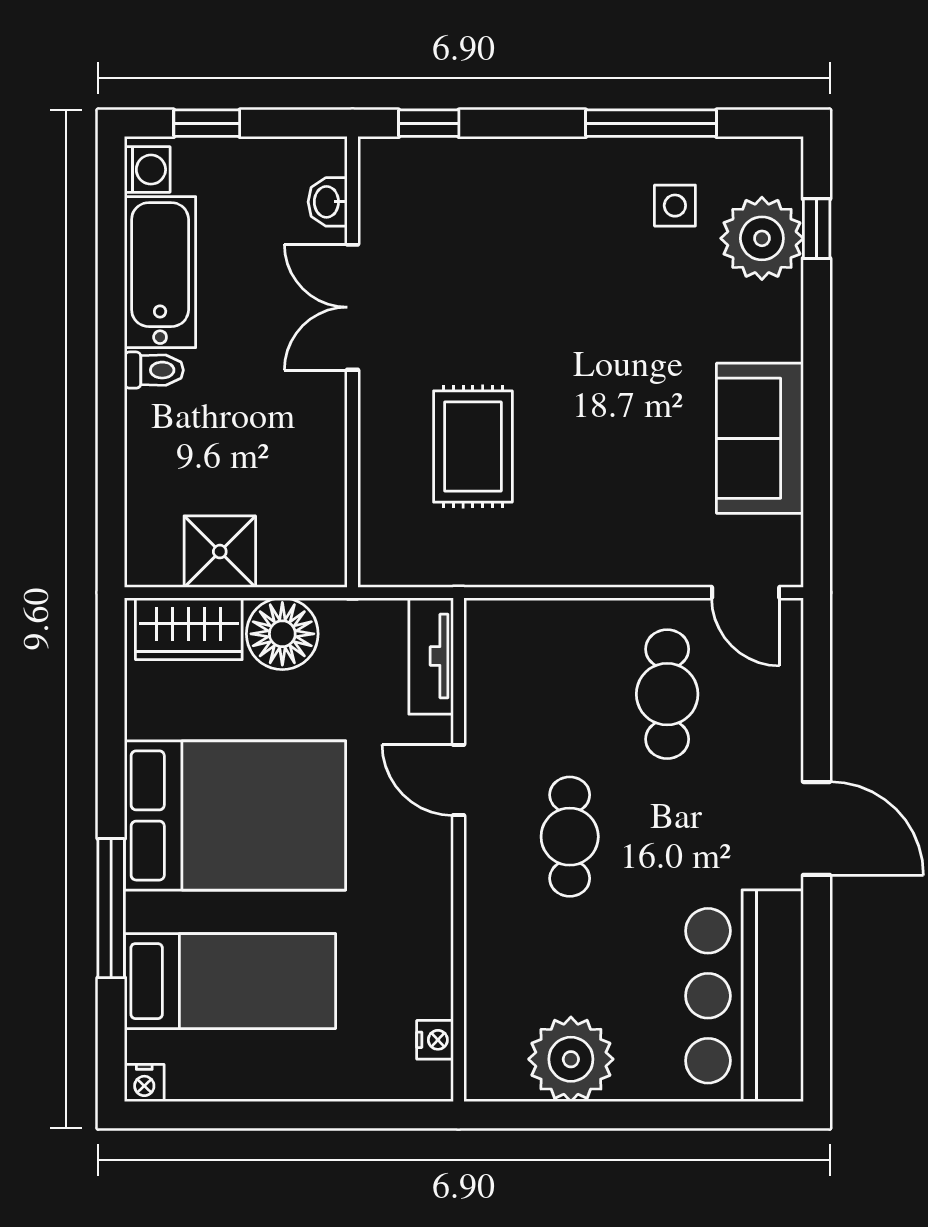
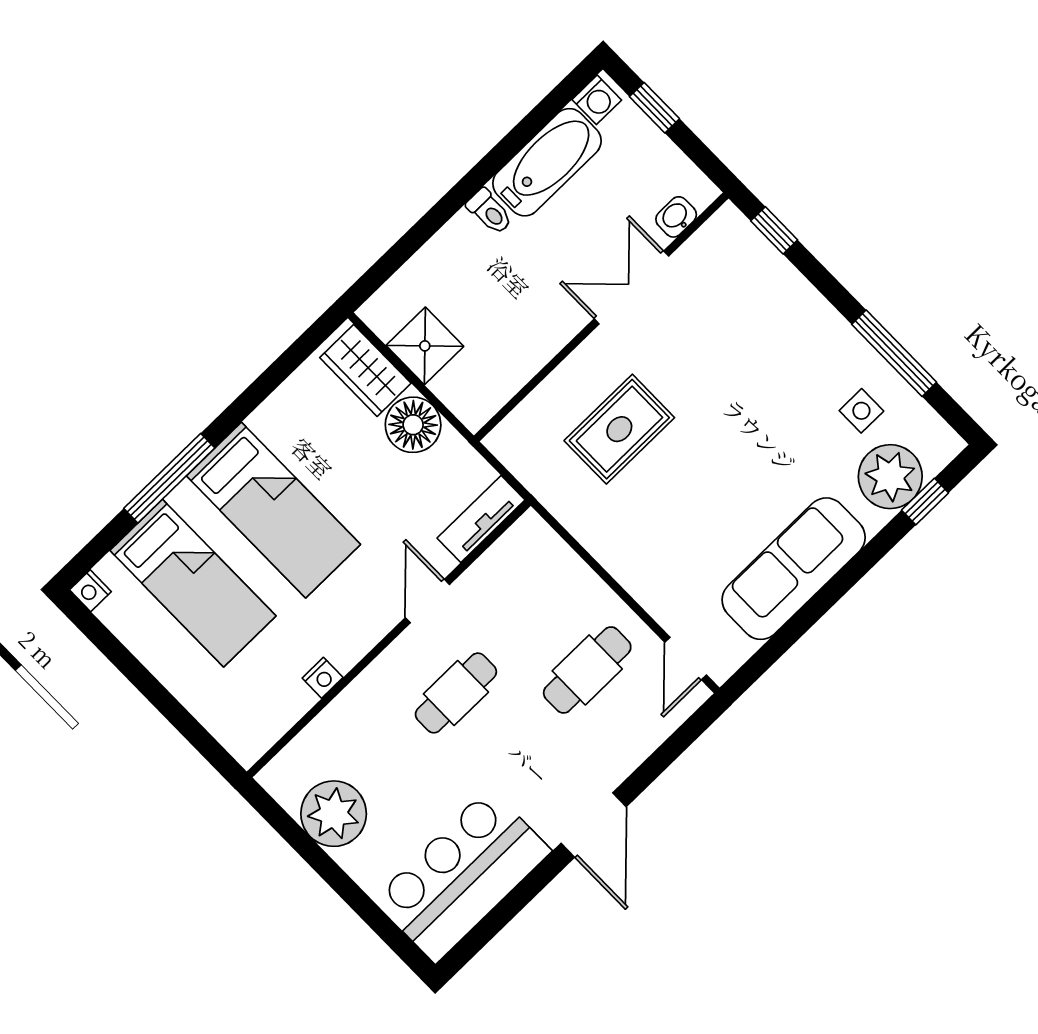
sofa: (760, 438) -> (794, 569), width x1.36
bed: (235, 815) -> (273, 510), width x0.67
nightstand: (435, 1040) -> (323, 678), moved

